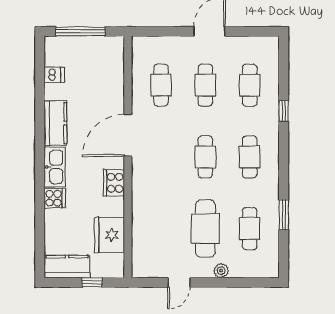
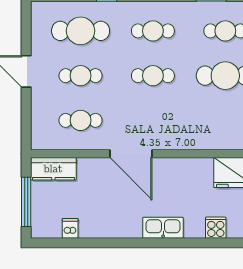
cafe table: (250, 85) -> (81, 31), width x1.37, depth x1.35
kitchen counter: (55, 123) -> (53, 169), moved, turned 180
cooker: (114, 183) -> (179, 168), removed
cooker: (55, 198) -> (216, 228), moved

